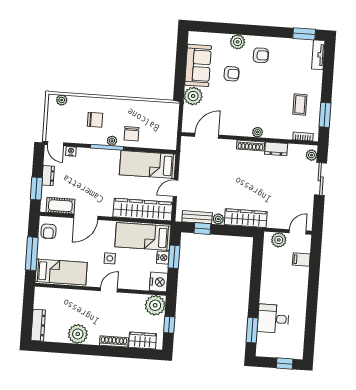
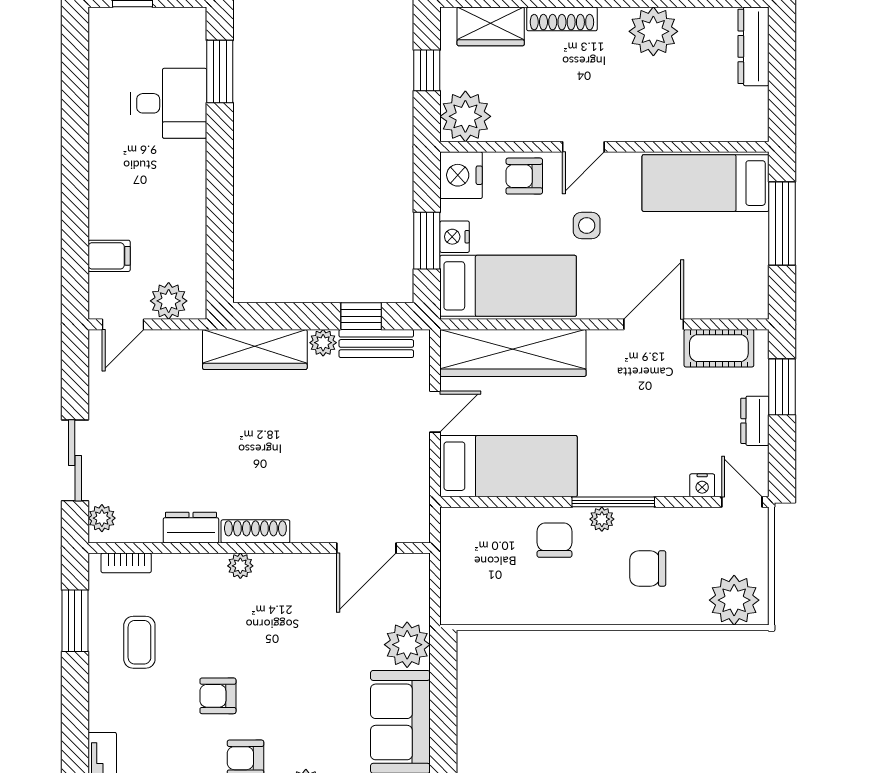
armchair: (232, 74) -> (218, 696), moved
plant: (62, 100) -> (734, 600), width x1.88, depth x1.88
armchair: (49, 231) -> (524, 176), moved, turned -90

